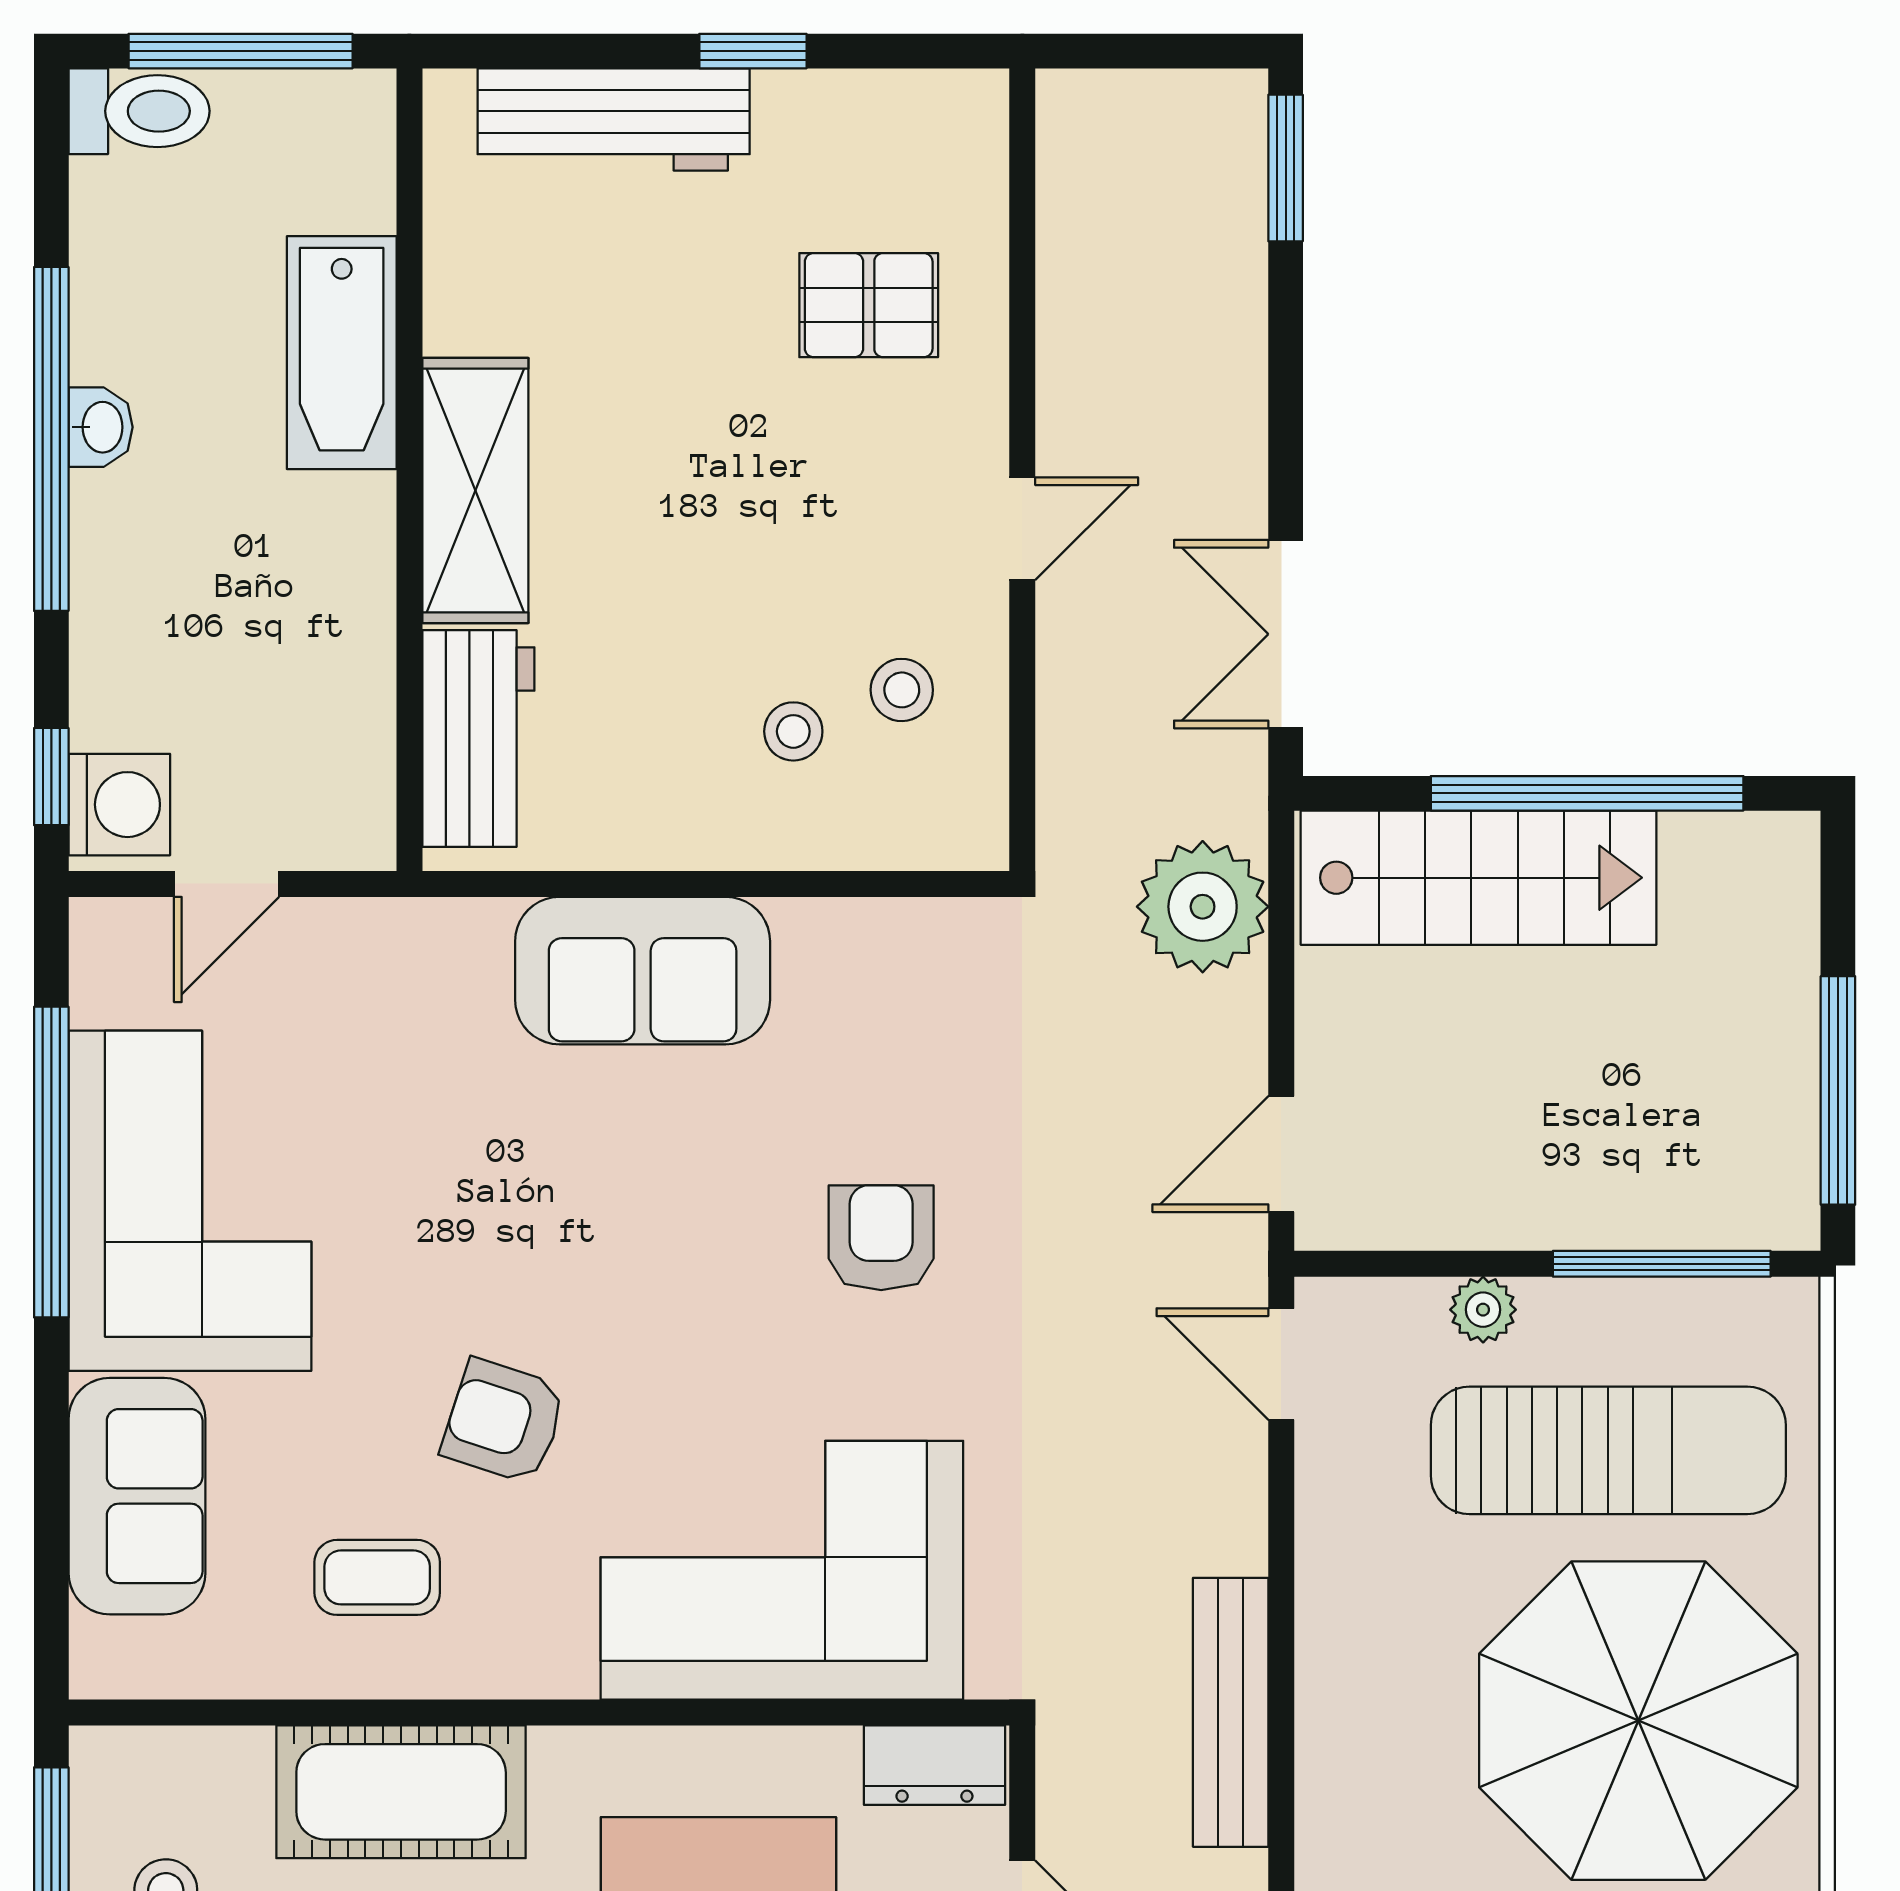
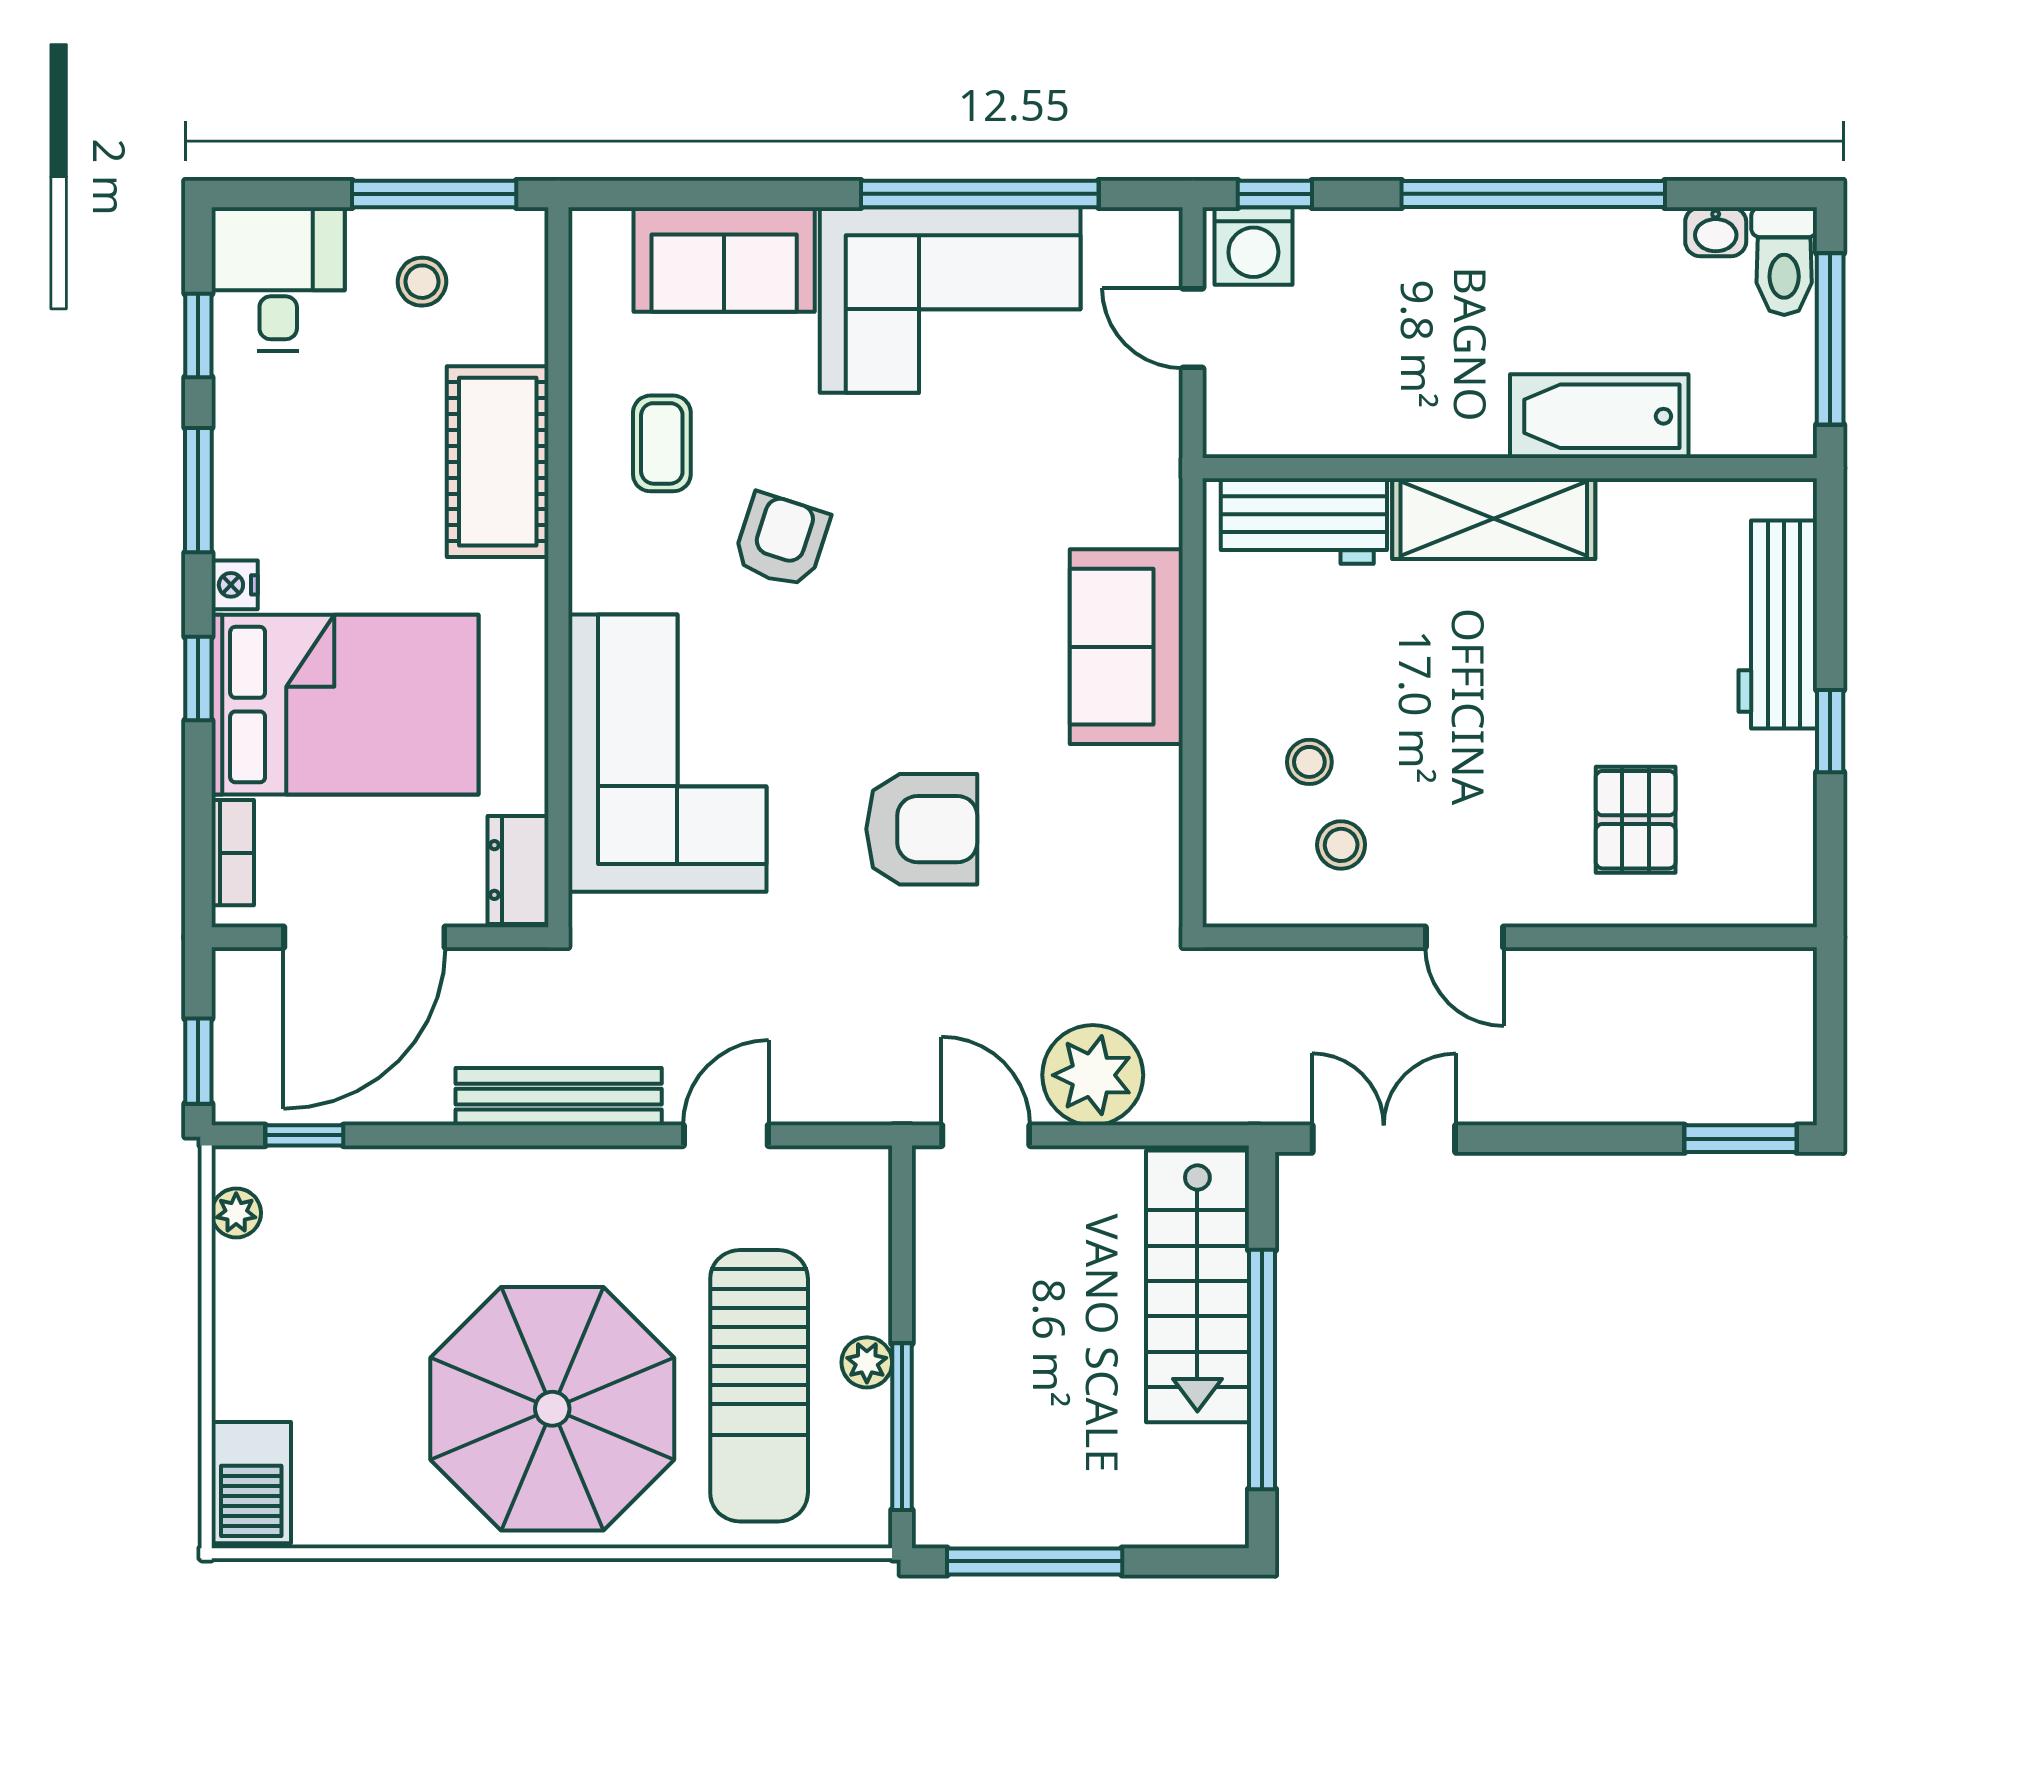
washbasin: (101, 427) -> (1716, 232), moved
plant: (1203, 907) -> (1093, 1075), moved
armchair: (881, 1238) -> (922, 829), width x1.38, depth x1.38
plant: (1483, 1310) -> (867, 1362), moved
door: (1281, 1364) -> (726, 1135), moved

